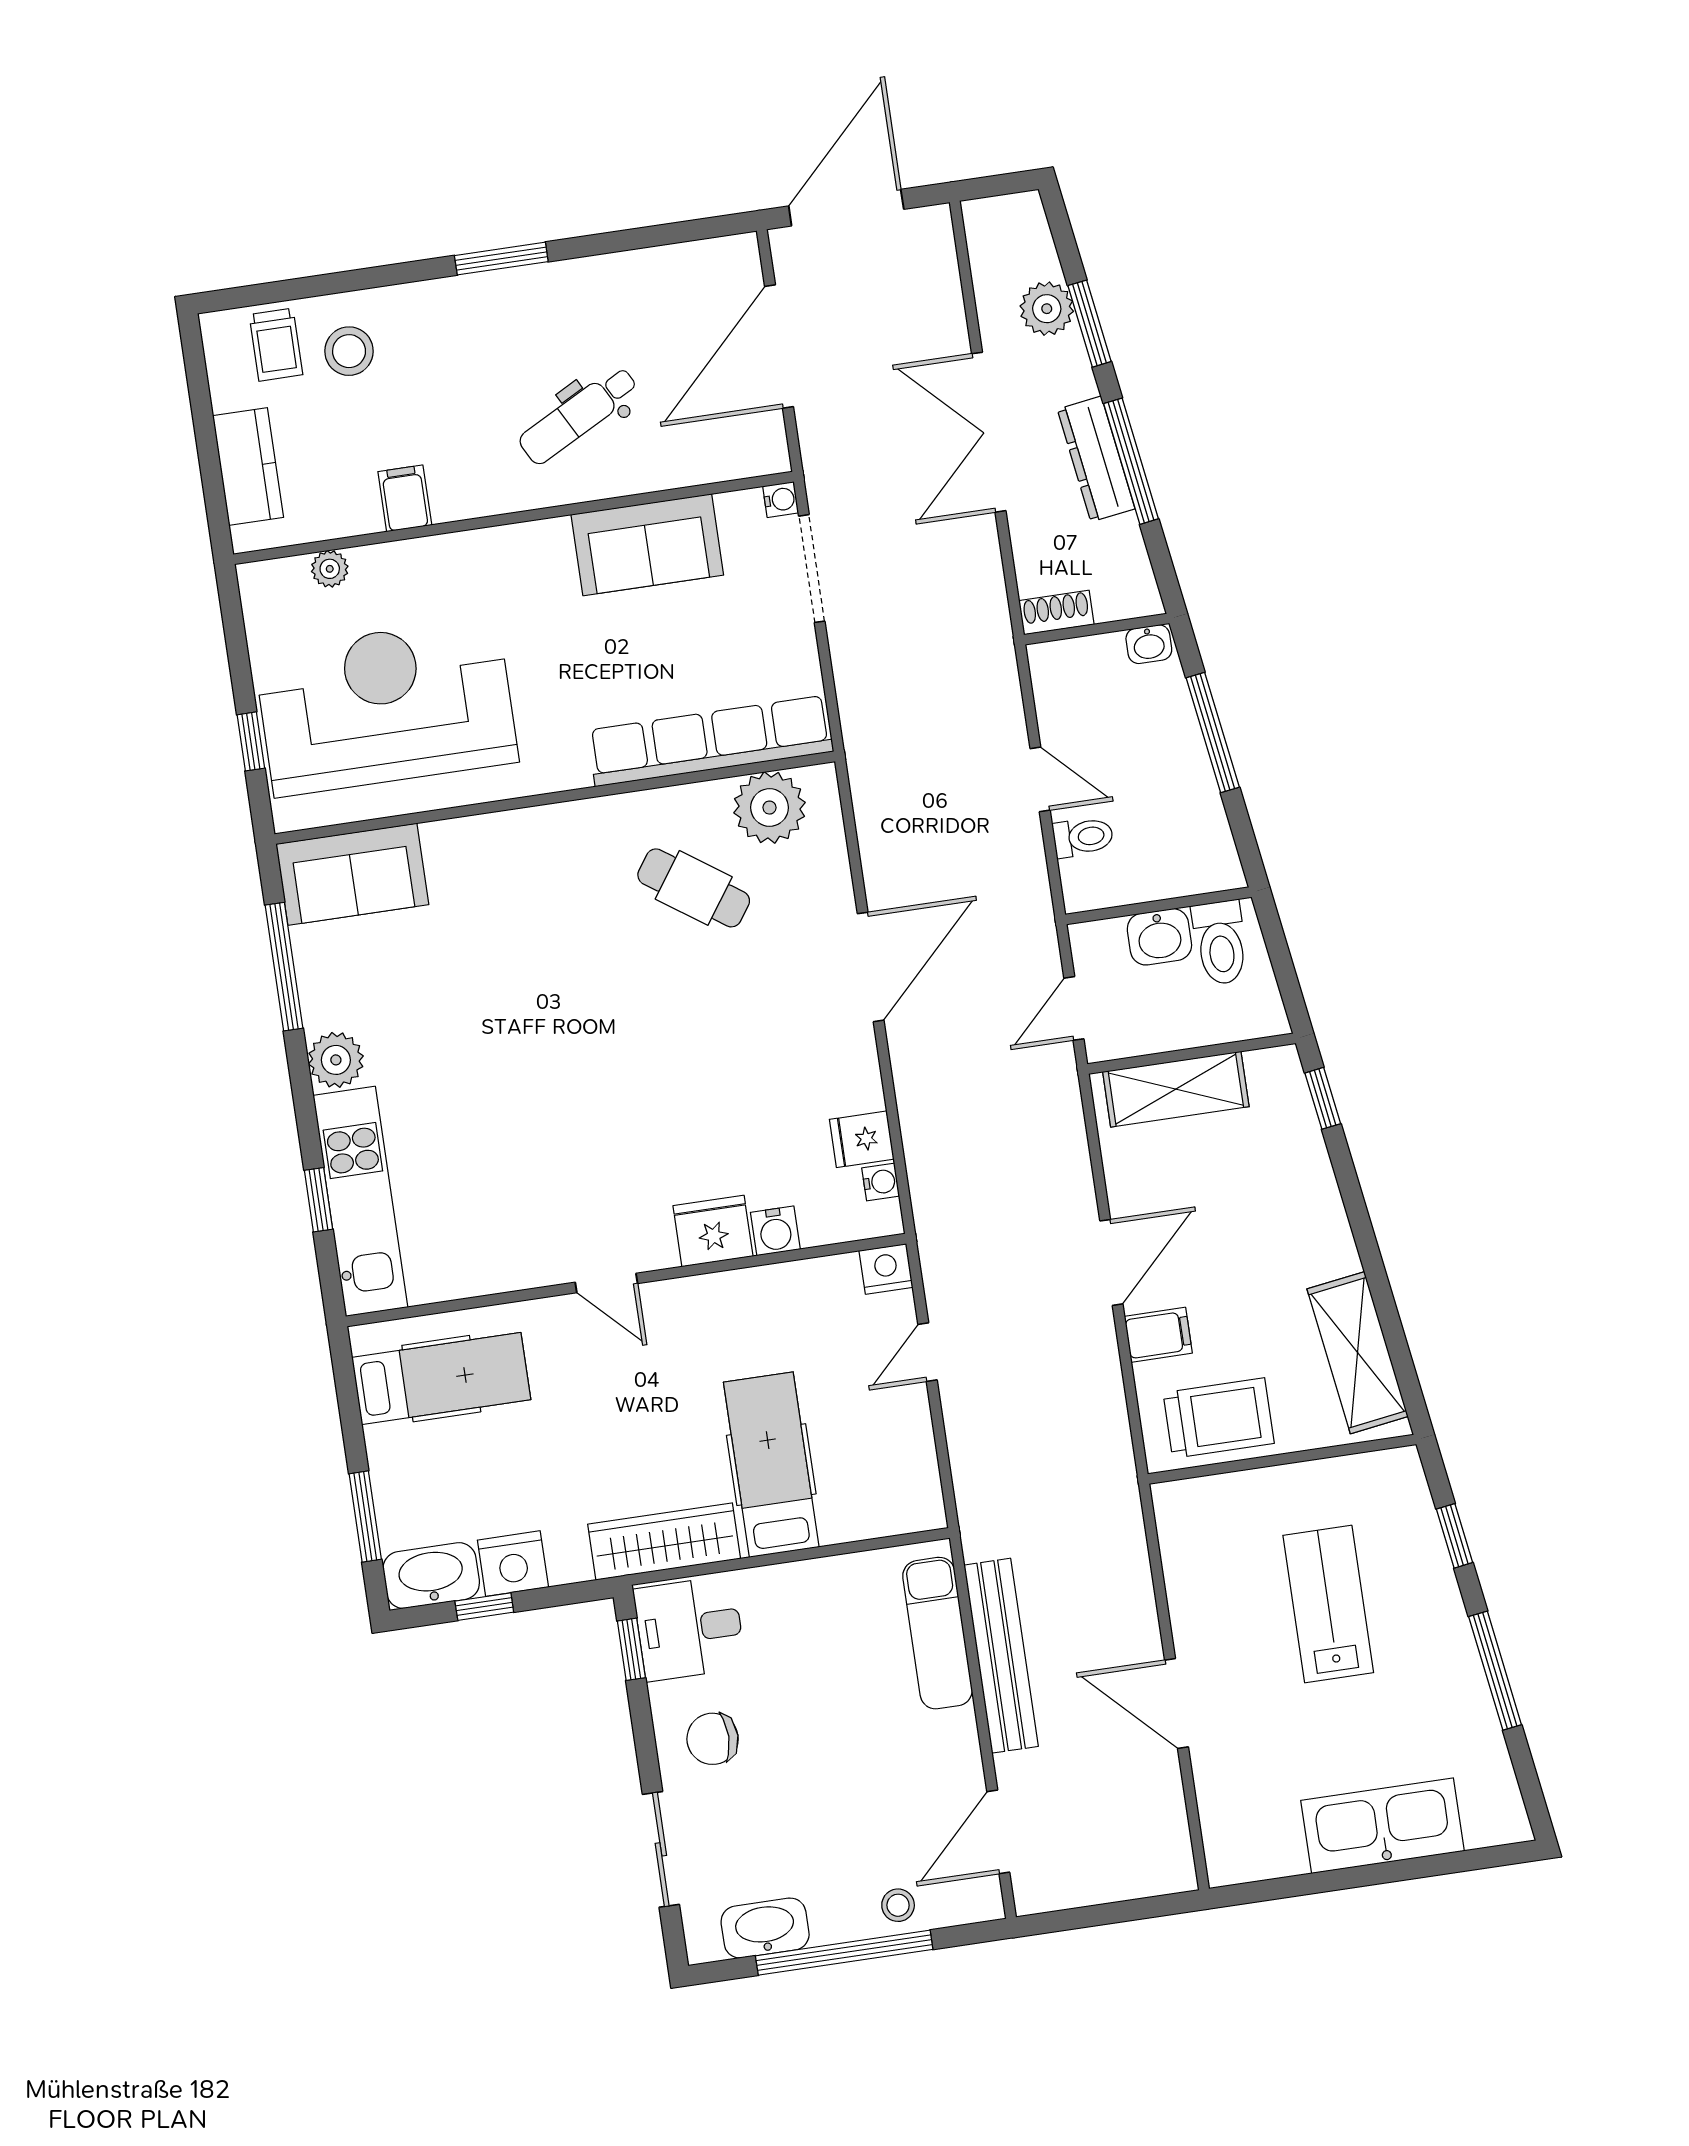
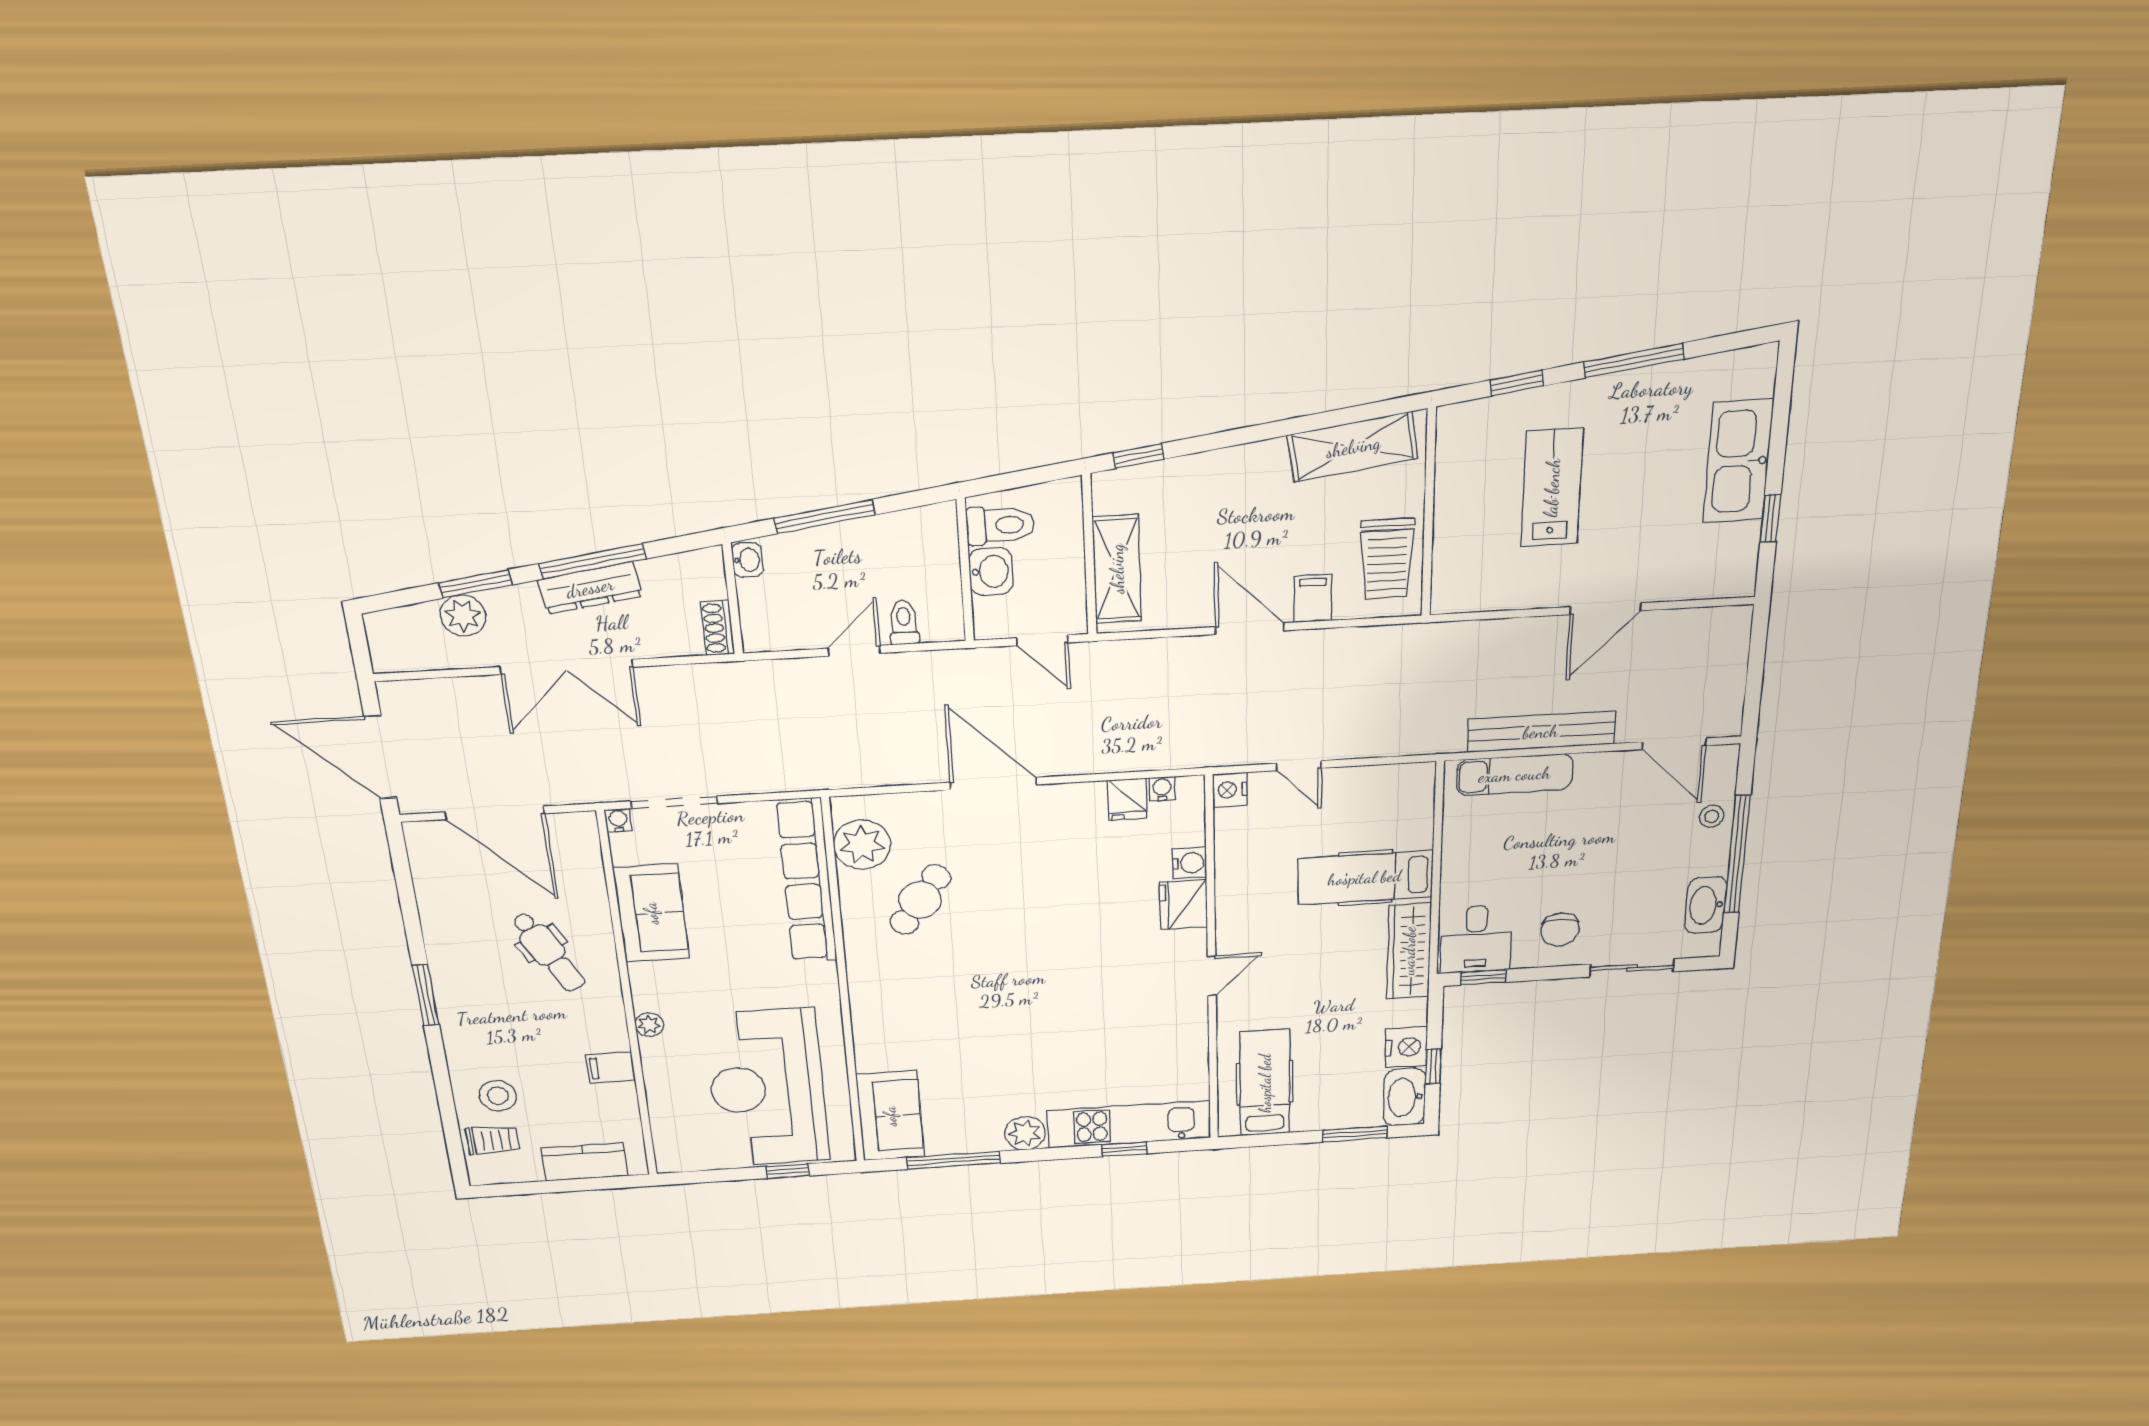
plant: (330, 569) -> (649, 1025), moved
trolley: (1219, 1418) -> (1387, 559), turned 180
lab bench: (1328, 1604) -> (1552, 488), turned 90
window: (1313, 1883) -> (1770, 519), added

